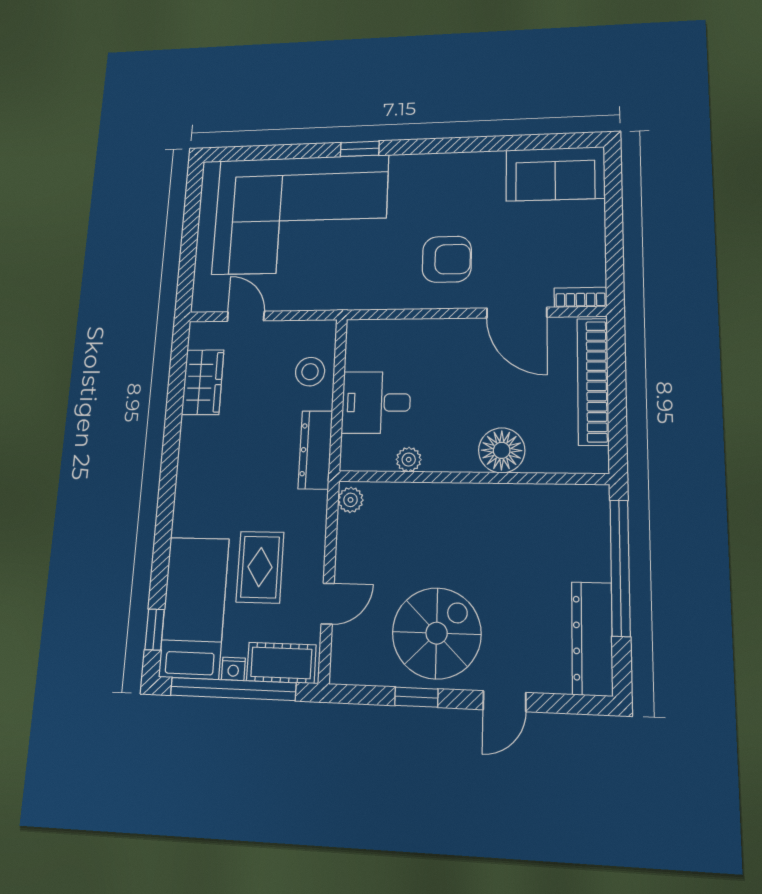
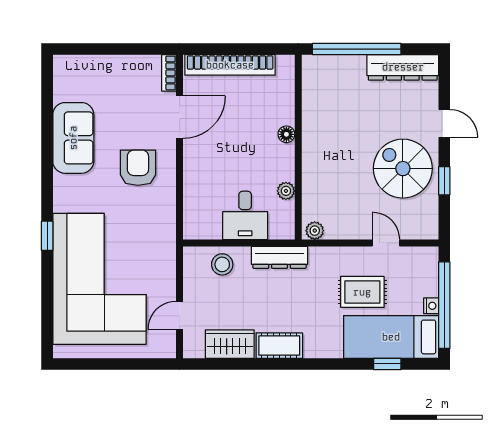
sofa: (555, 174) -> (73, 138), moved
floor lamp: (502, 450) -> (286, 134), width x0.53, depth x0.53
window: (155, 630) -> (387, 364), moved
cot: (281, 663) -> (279, 346), moved, turned 90

